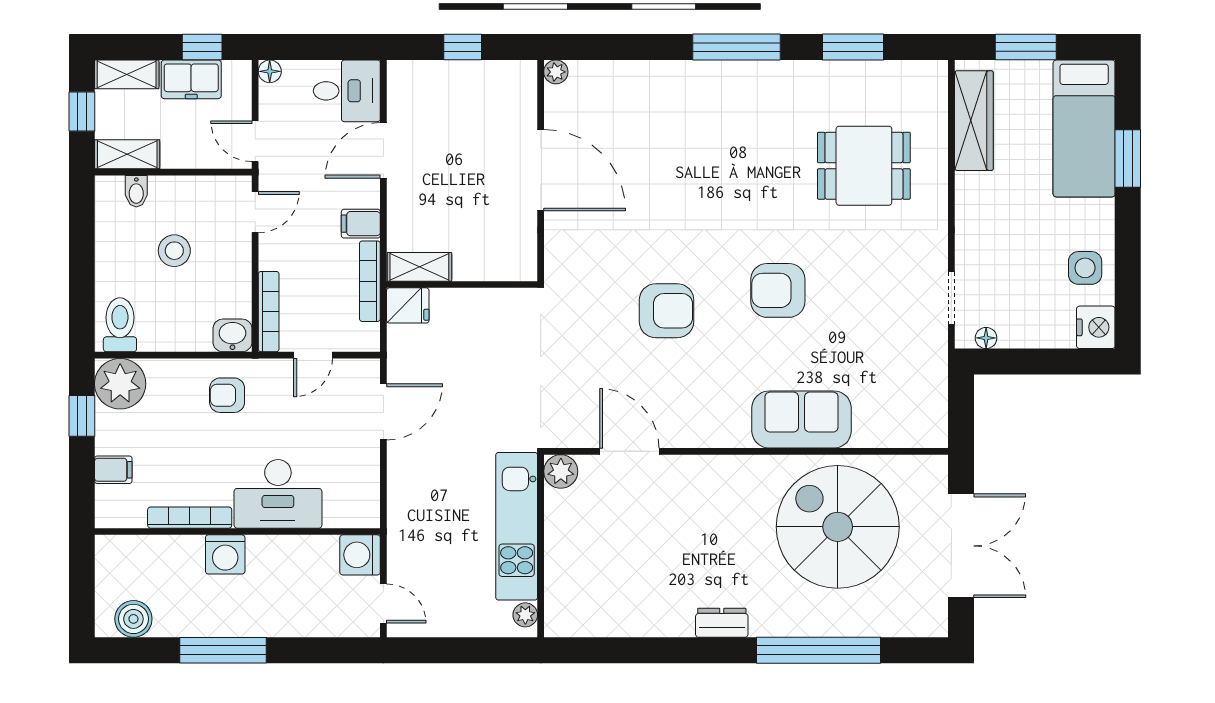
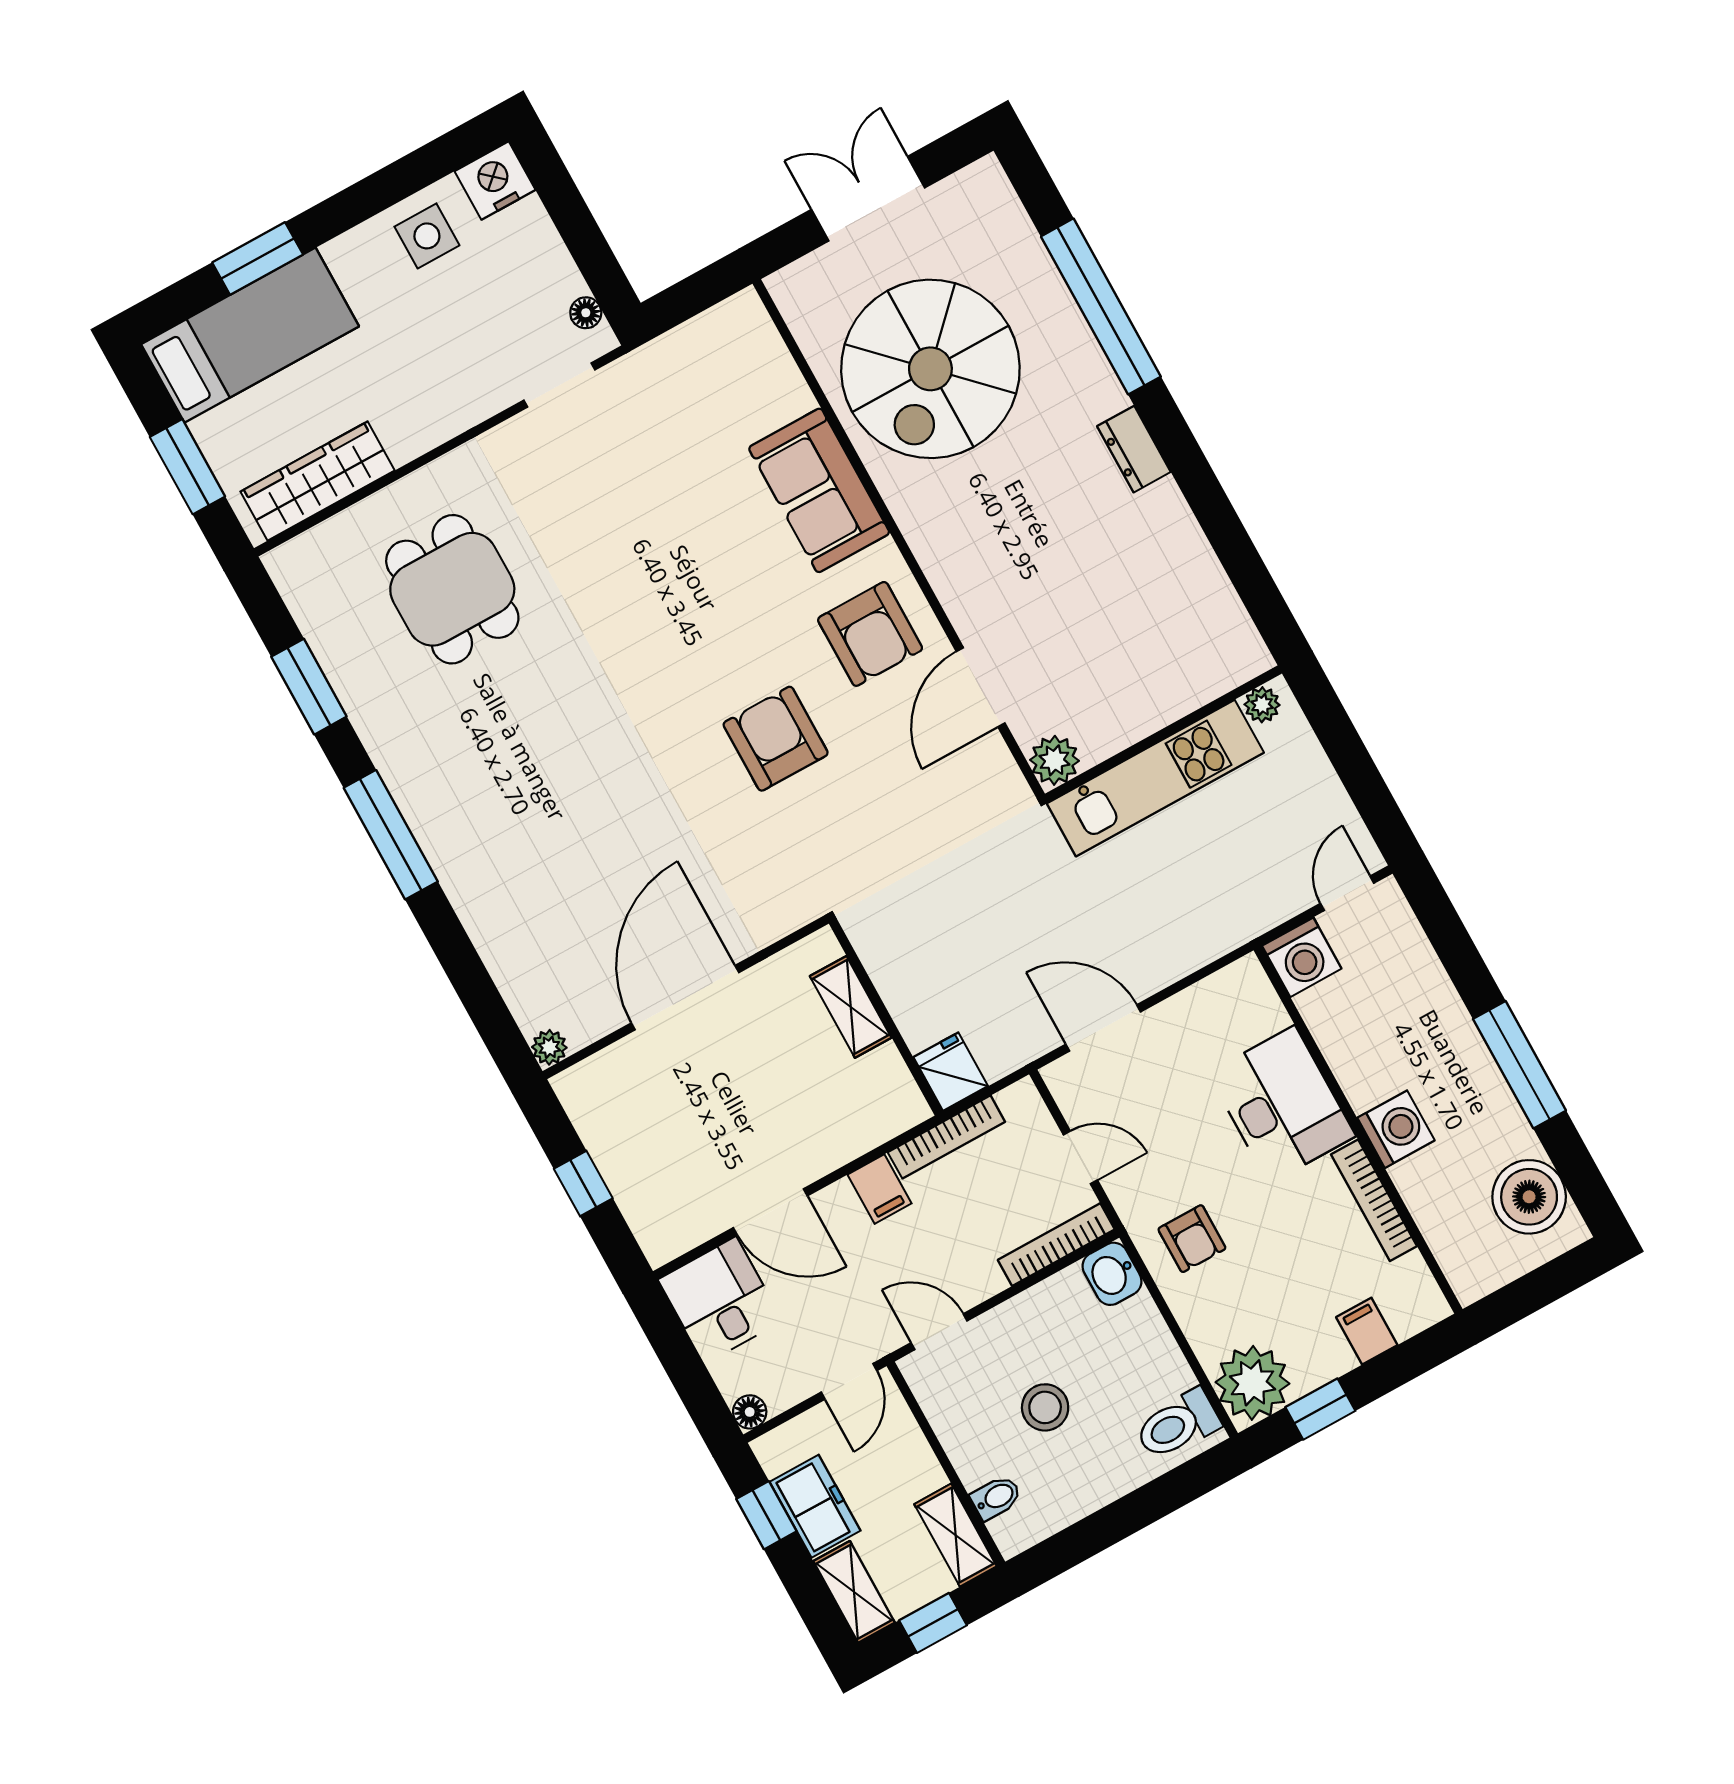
shelving: (419, 267) -> (851, 1007), moved
armchair: (778, 290) -> (870, 634), moved
double door: (961, 546) -> (868, 199), width x0.73
boiler: (133, 619) -> (1529, 1197), width x1.37, depth x1.37

